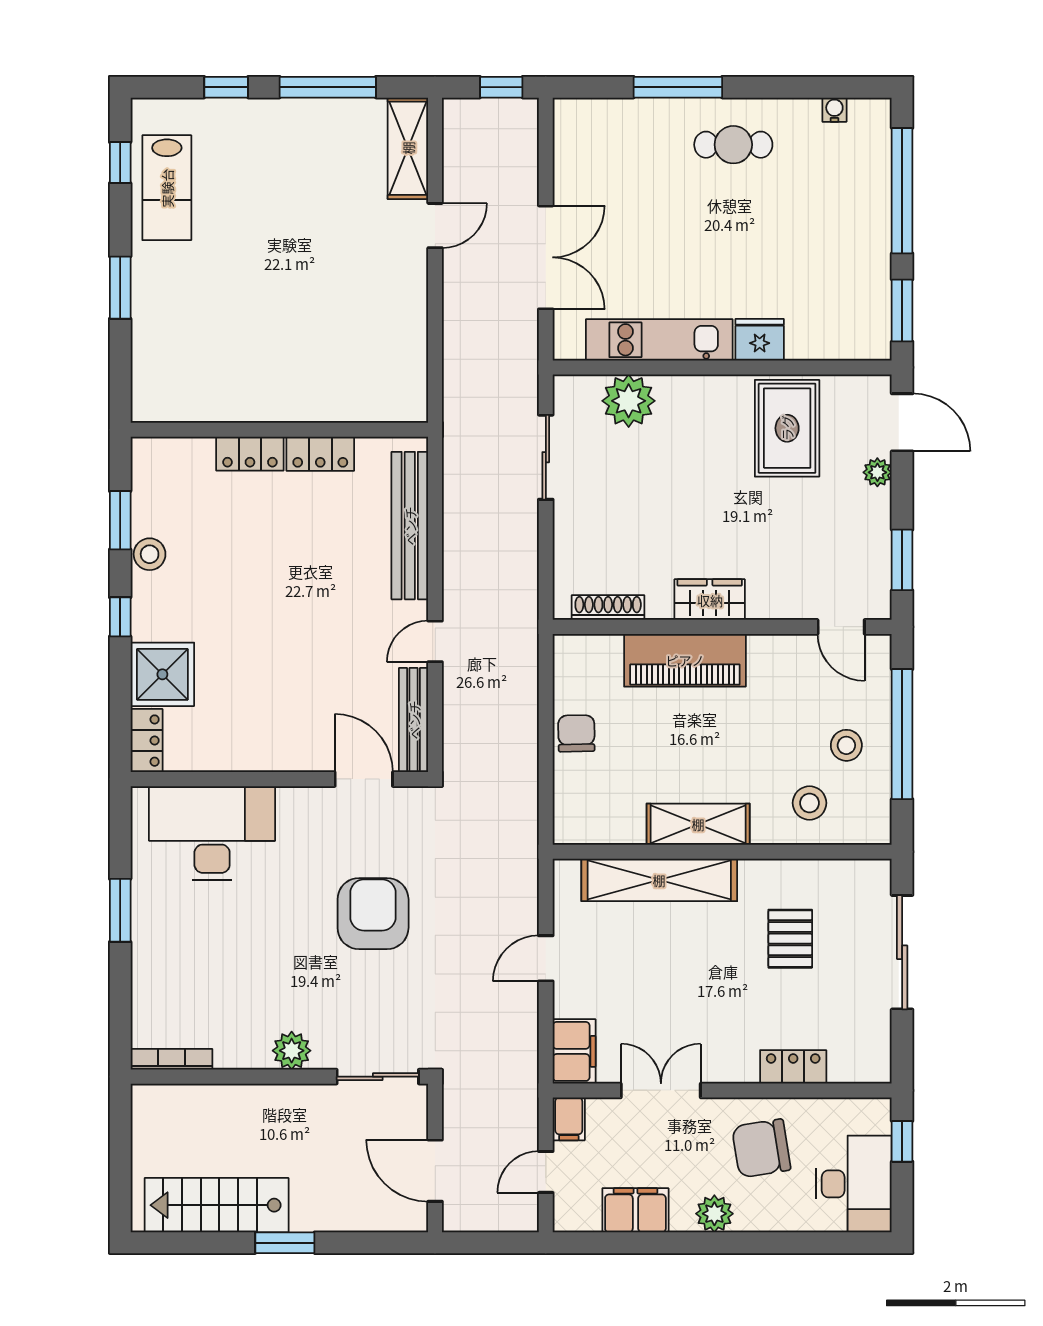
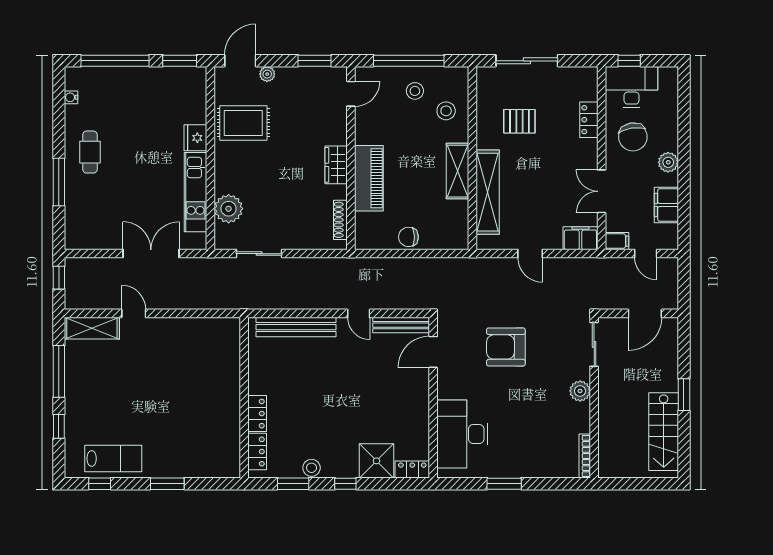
locker: (320, 454) -> (257, 452), moved
desk: (854, 1184) -> (632, 87), moved

